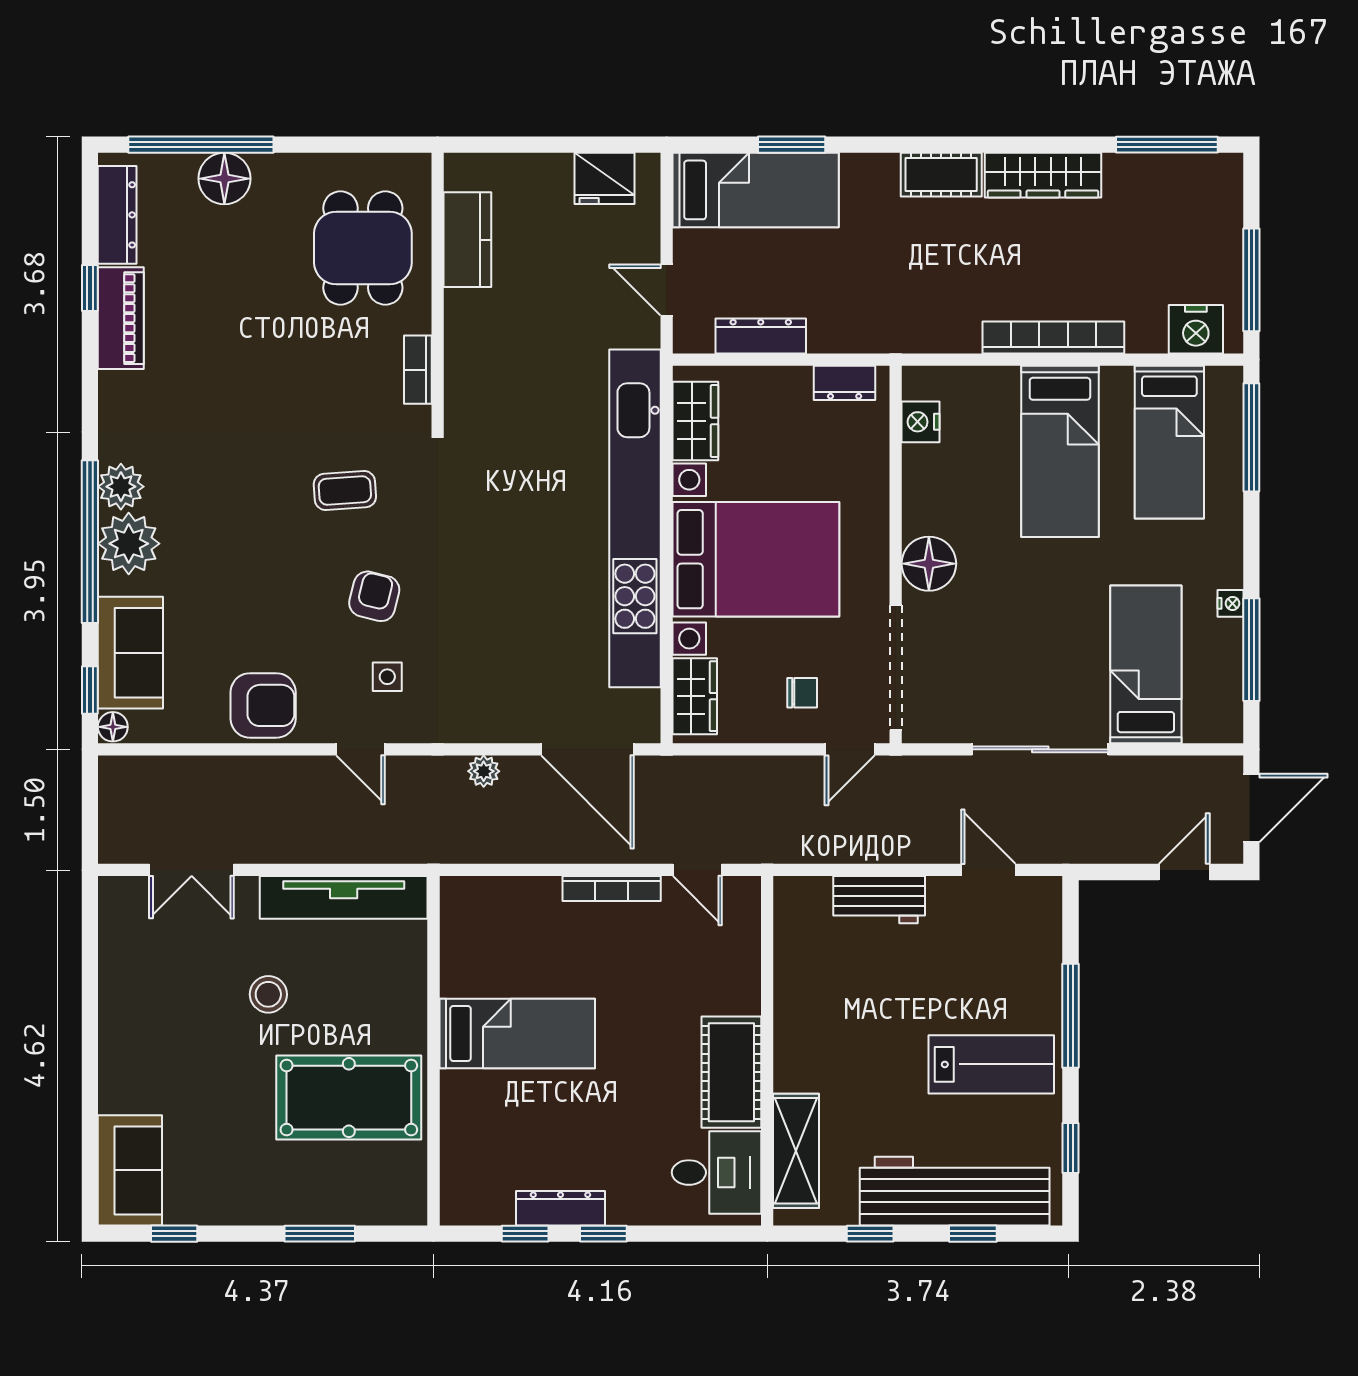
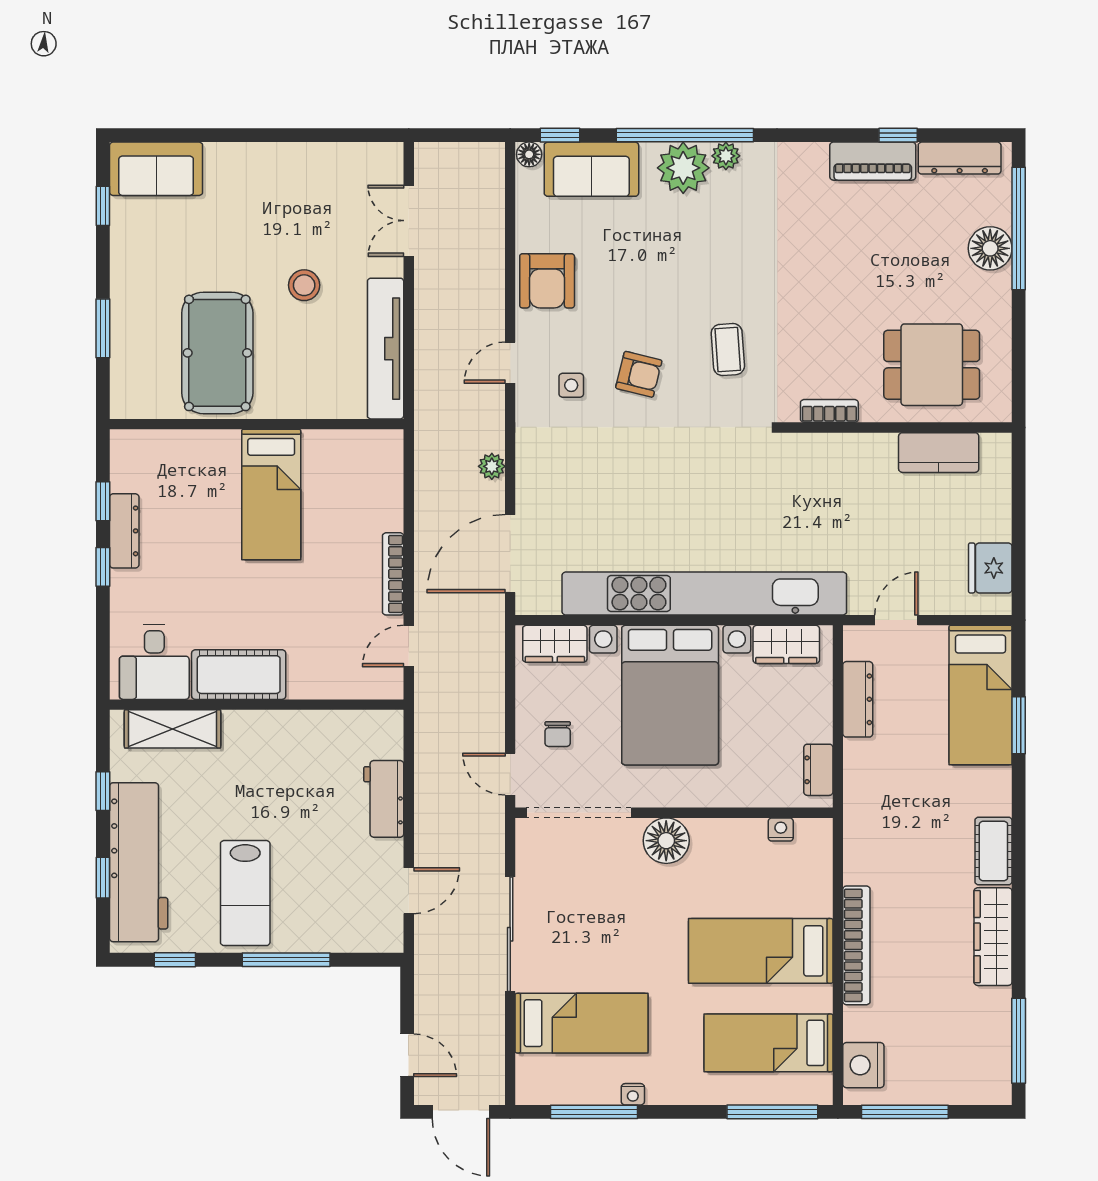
nightstand: (921, 422) -> (781, 830), width x0.72, depth x0.74
plant: (121, 487) -> (726, 156), width x0.73, depth x0.73

